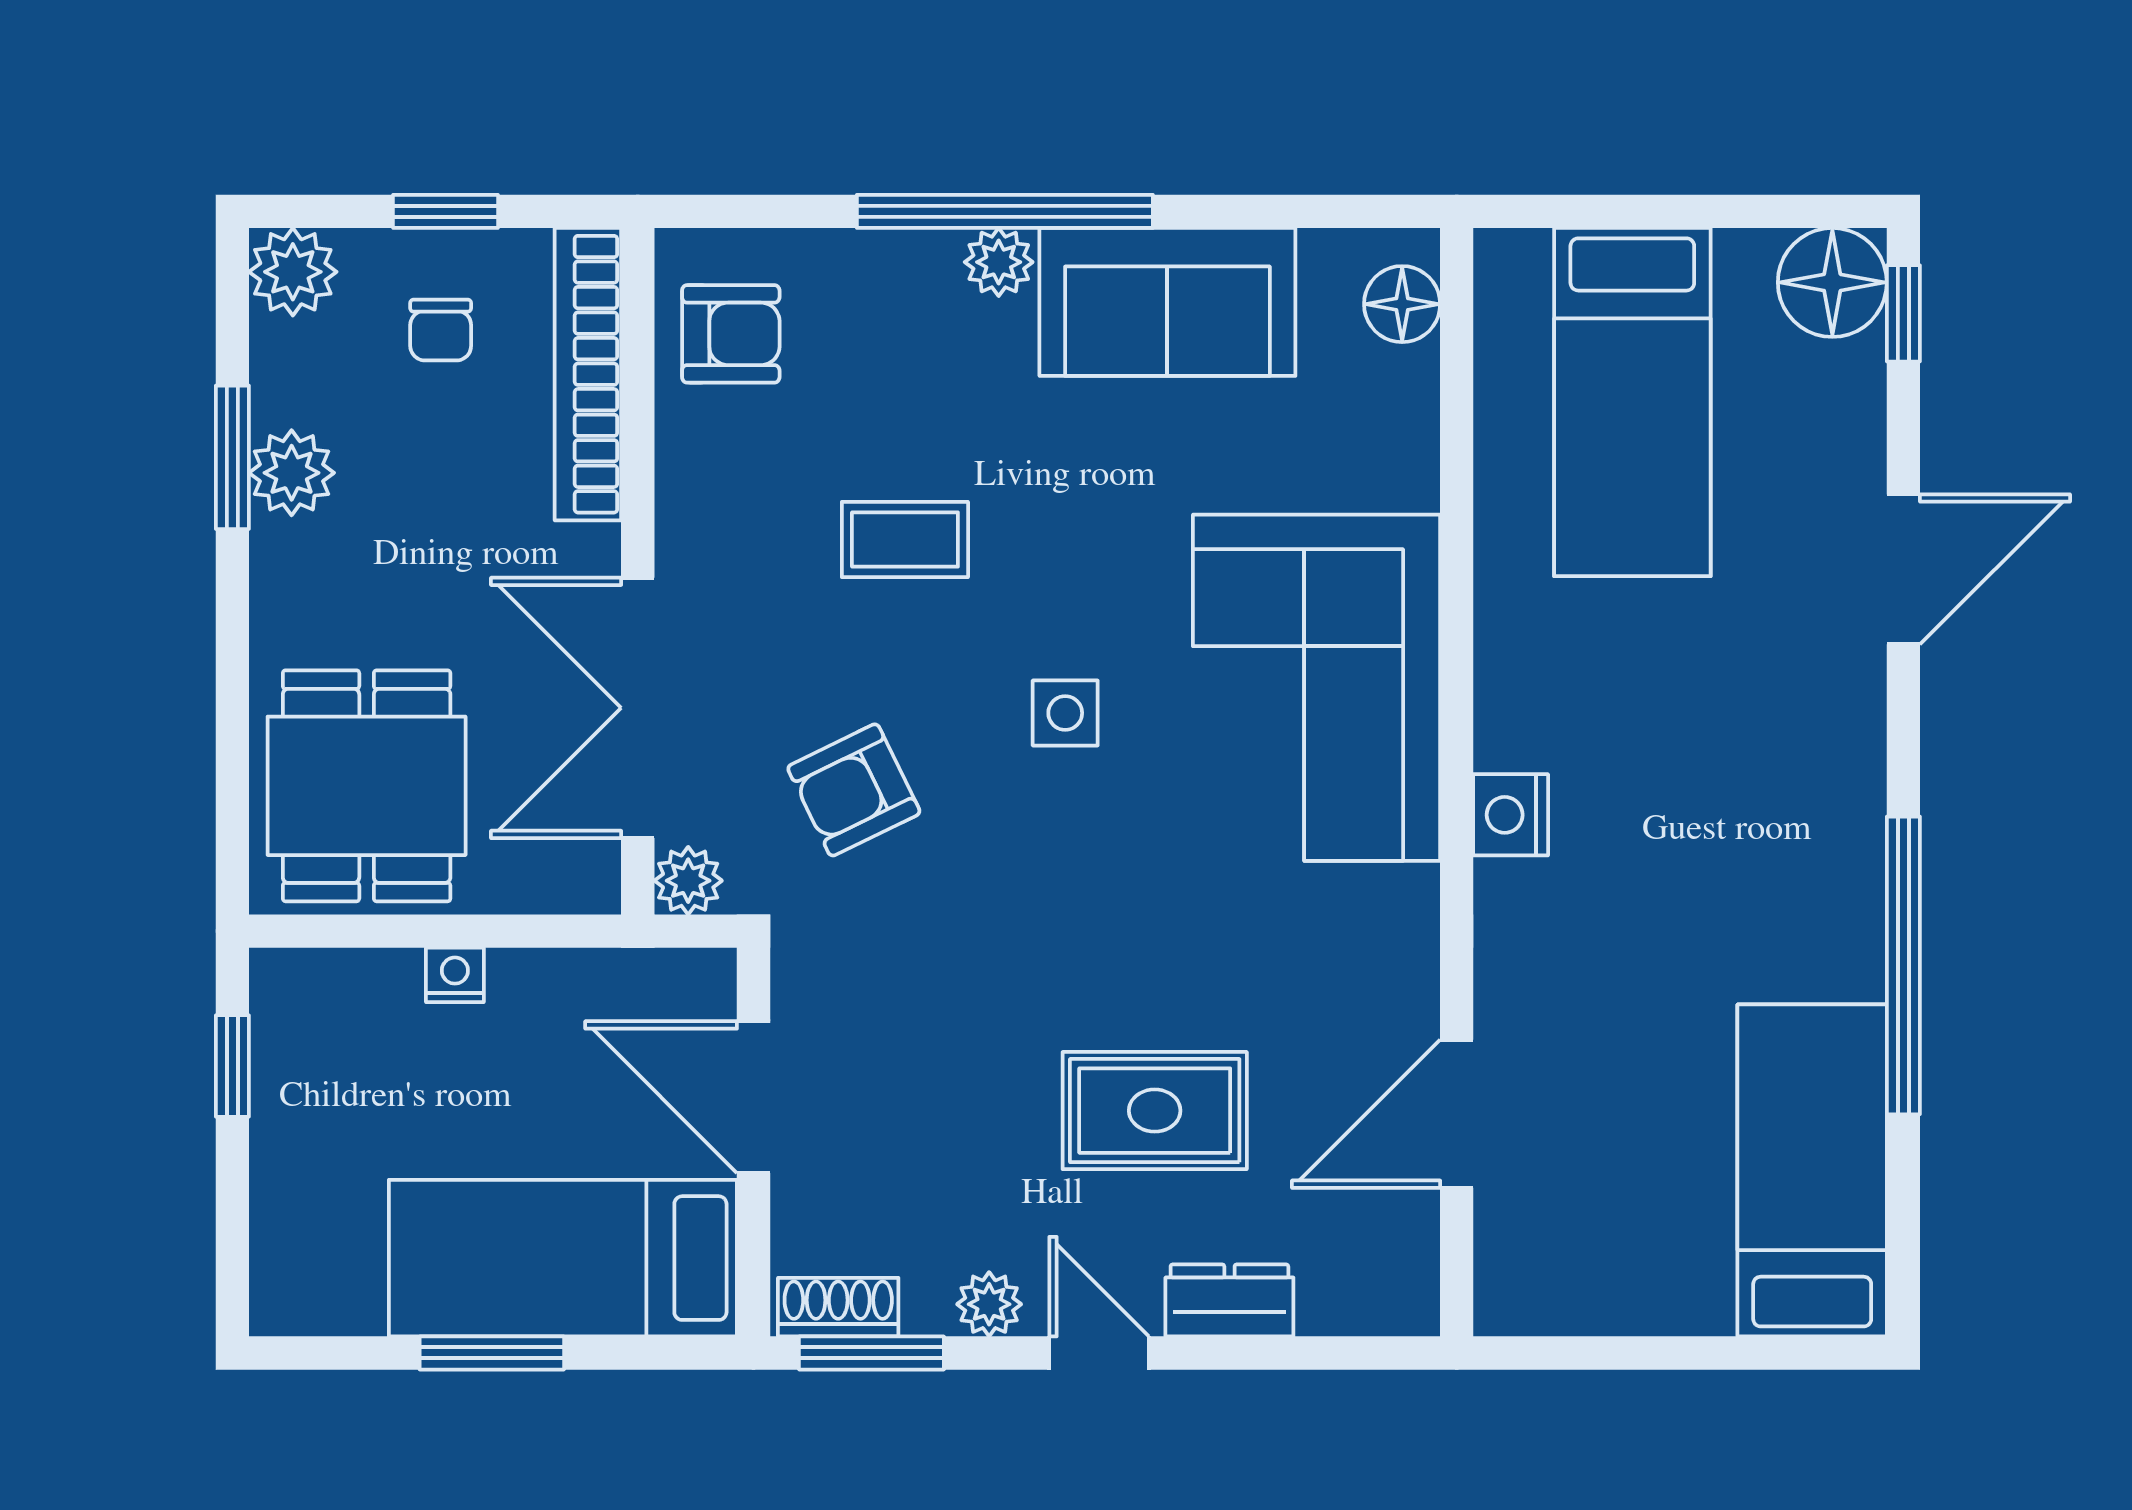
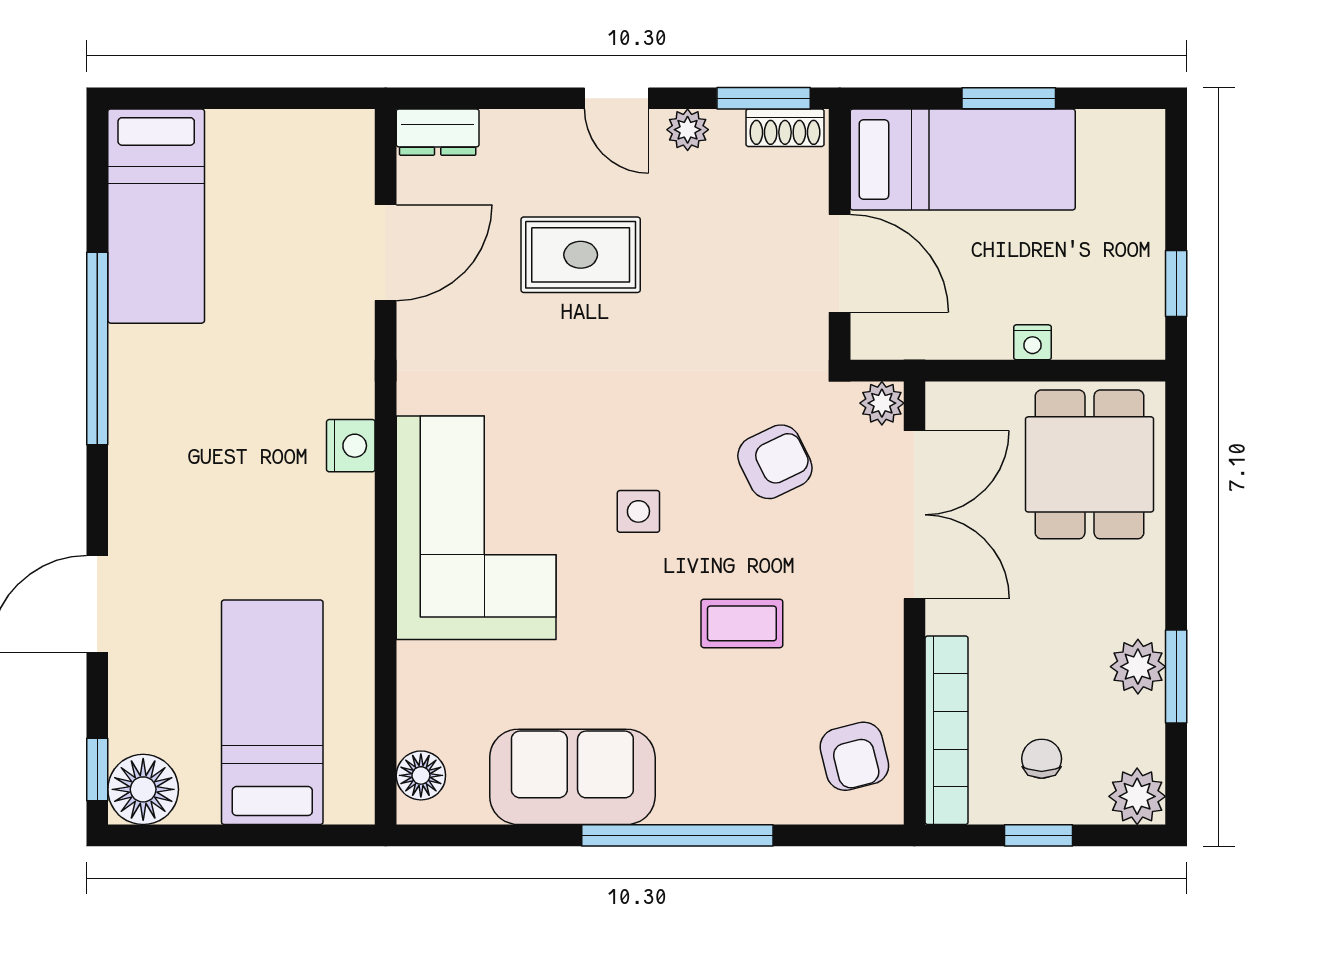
plant: (999, 262) -> (681, 803), removed
armchair: (731, 334) -> (854, 756), turned -104
dresser: (1229, 1300) -> (438, 132), moved

